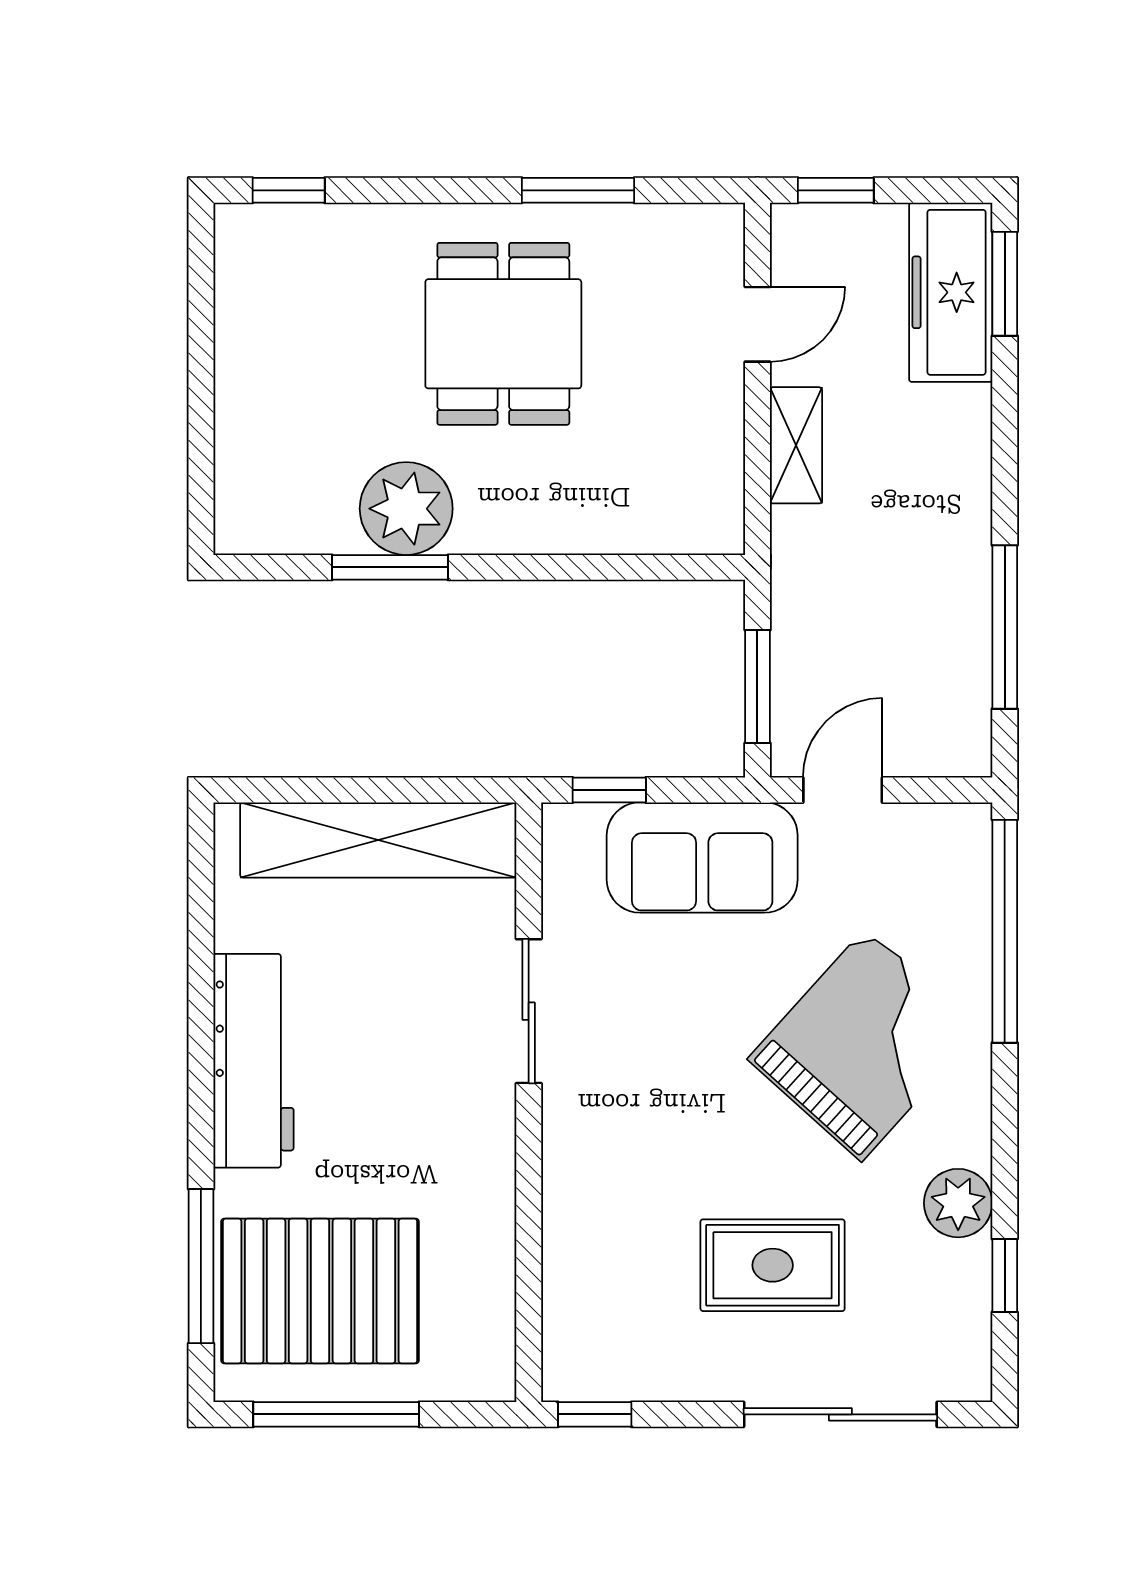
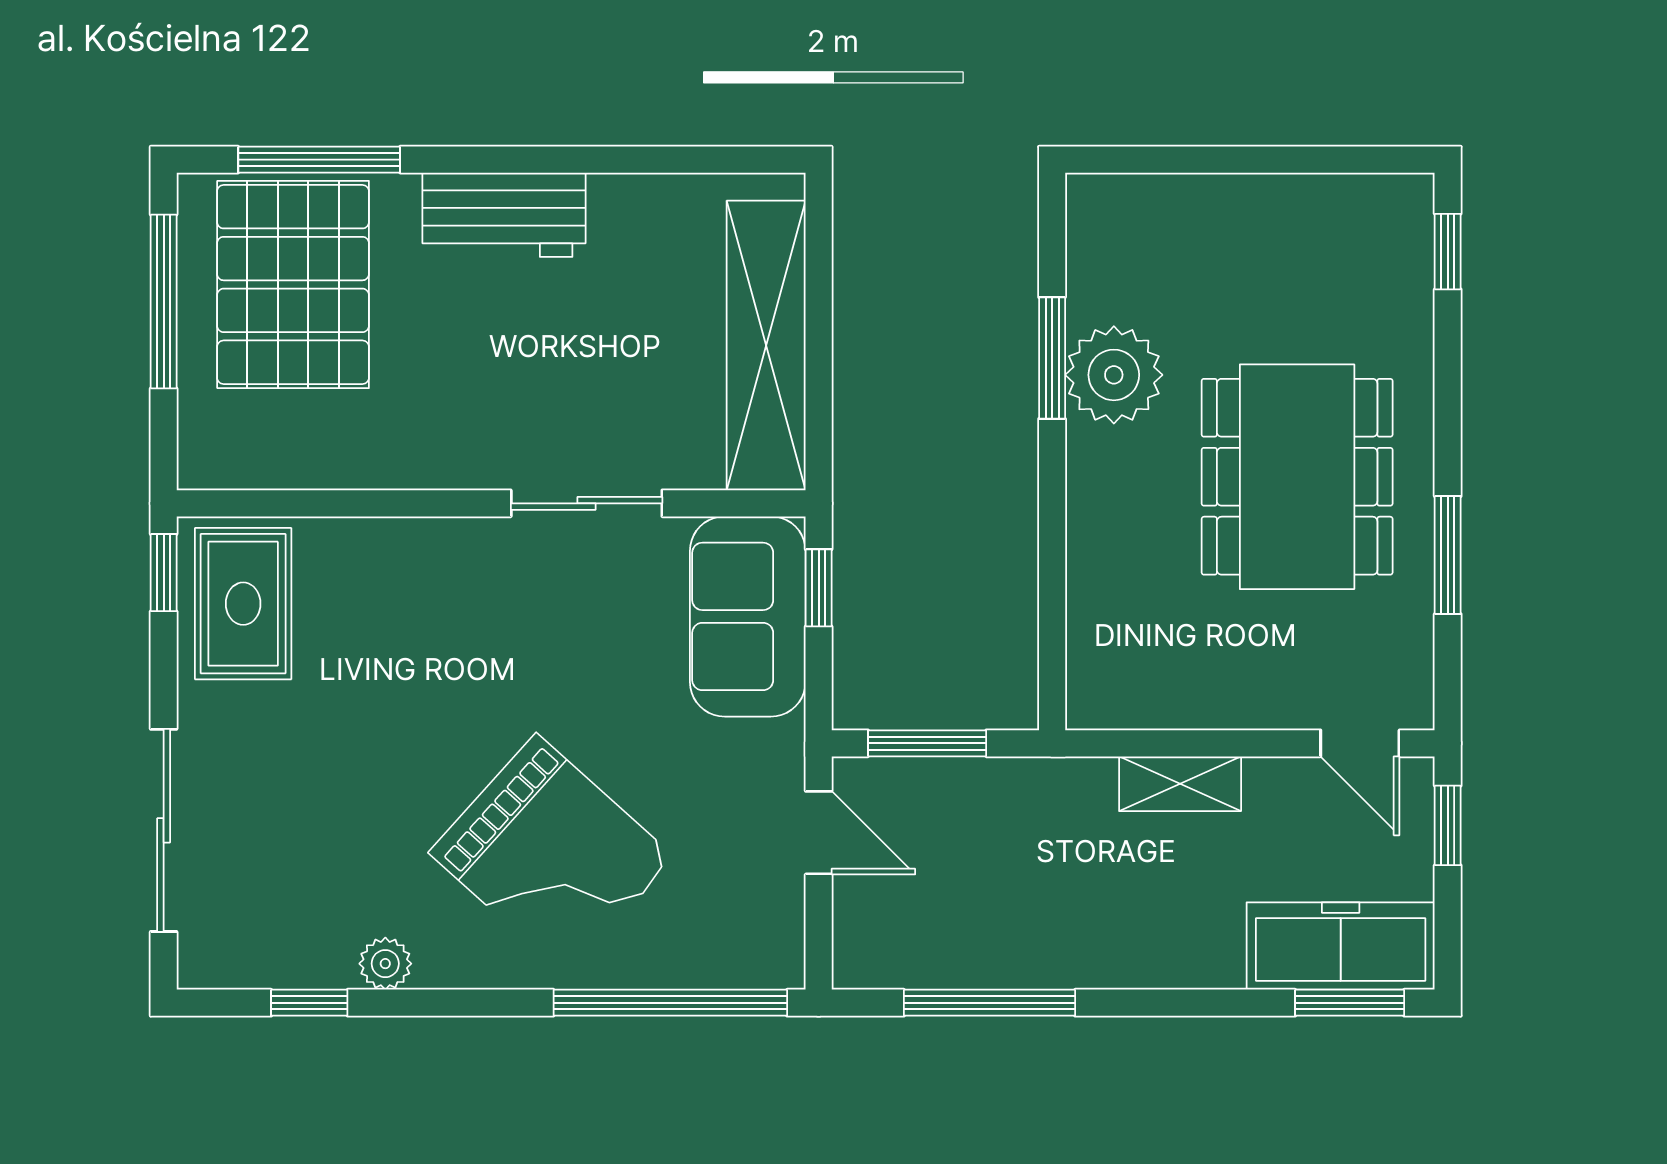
door: (757, 324) -> (1360, 743), moved
dining table: (503, 334) -> (1297, 477), width x1.38
sofa: (702, 858) -> (748, 616), moved
workbench: (254, 1061) -> (504, 215), width x0.73
plant: (958, 1203) -> (385, 964), width x0.73, depth x0.73
rug: (773, 1265) -> (243, 604), moved

